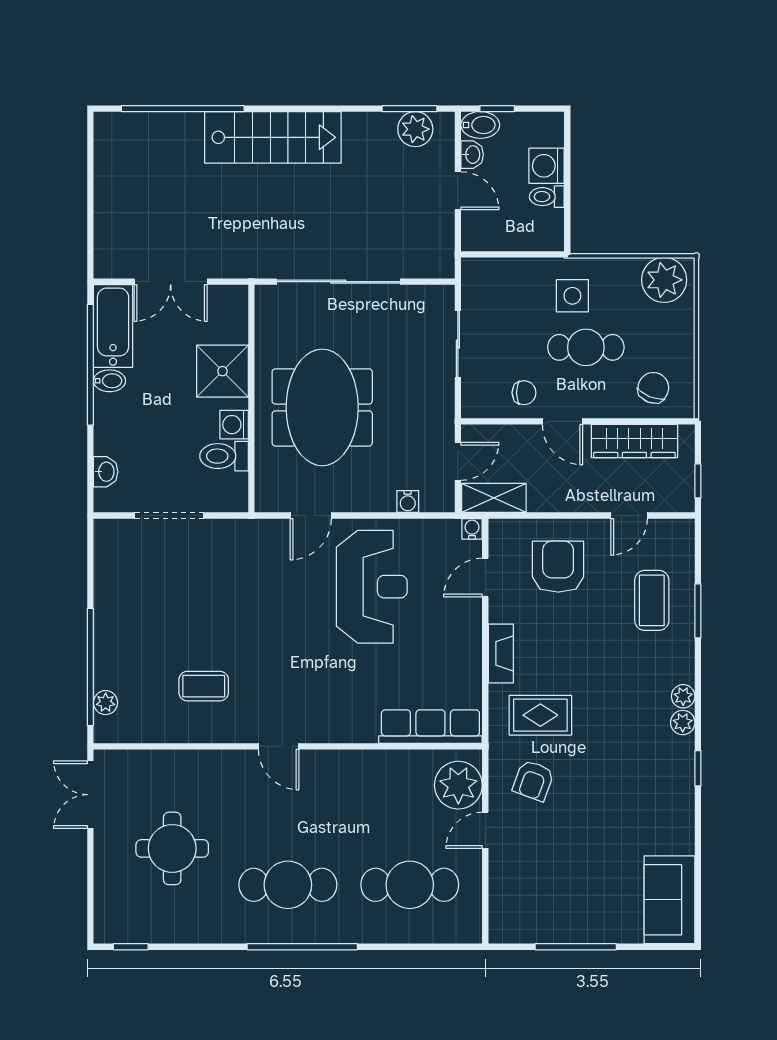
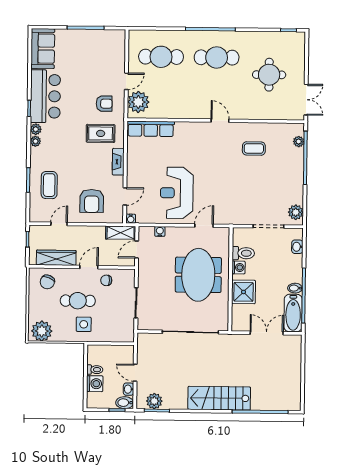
door: (562, 421) -> (89, 267), hinge flipped
plant: (110, 547) -> (296, 212), added
armchair: (533, 781) -> (104, 104), turned 70
bar counter: (663, 795) -> (45, 96), added

